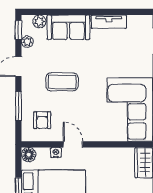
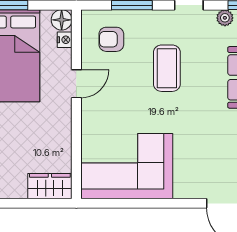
nightstand: (56, 153) -> (65, 40), moved

